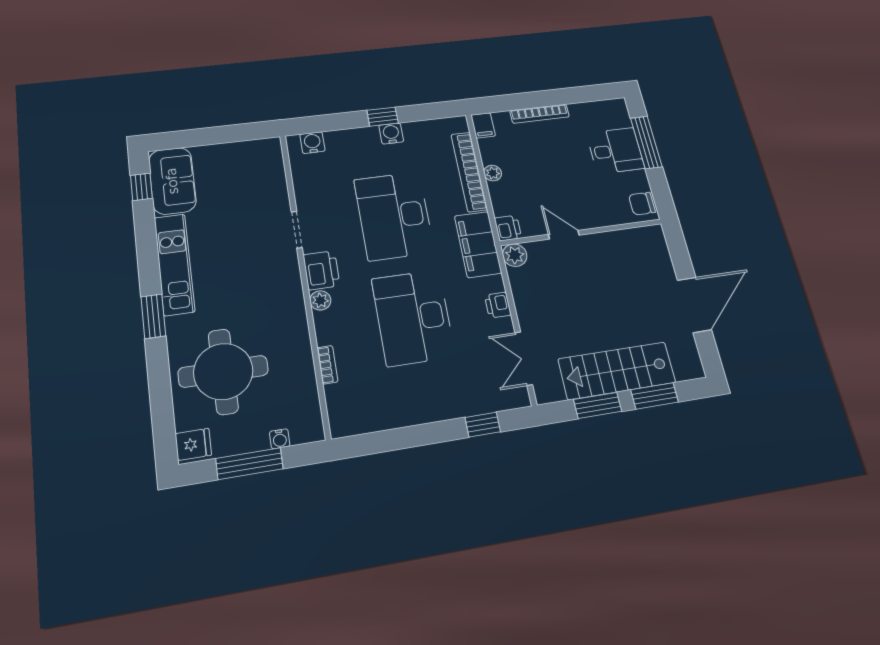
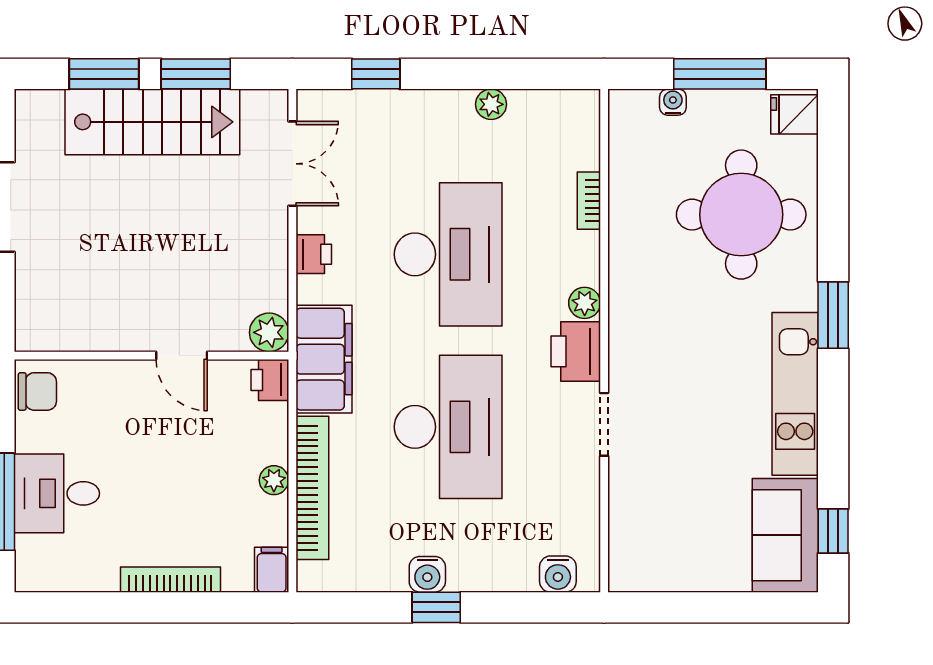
plant: (403, 417) -> (491, 104), added

